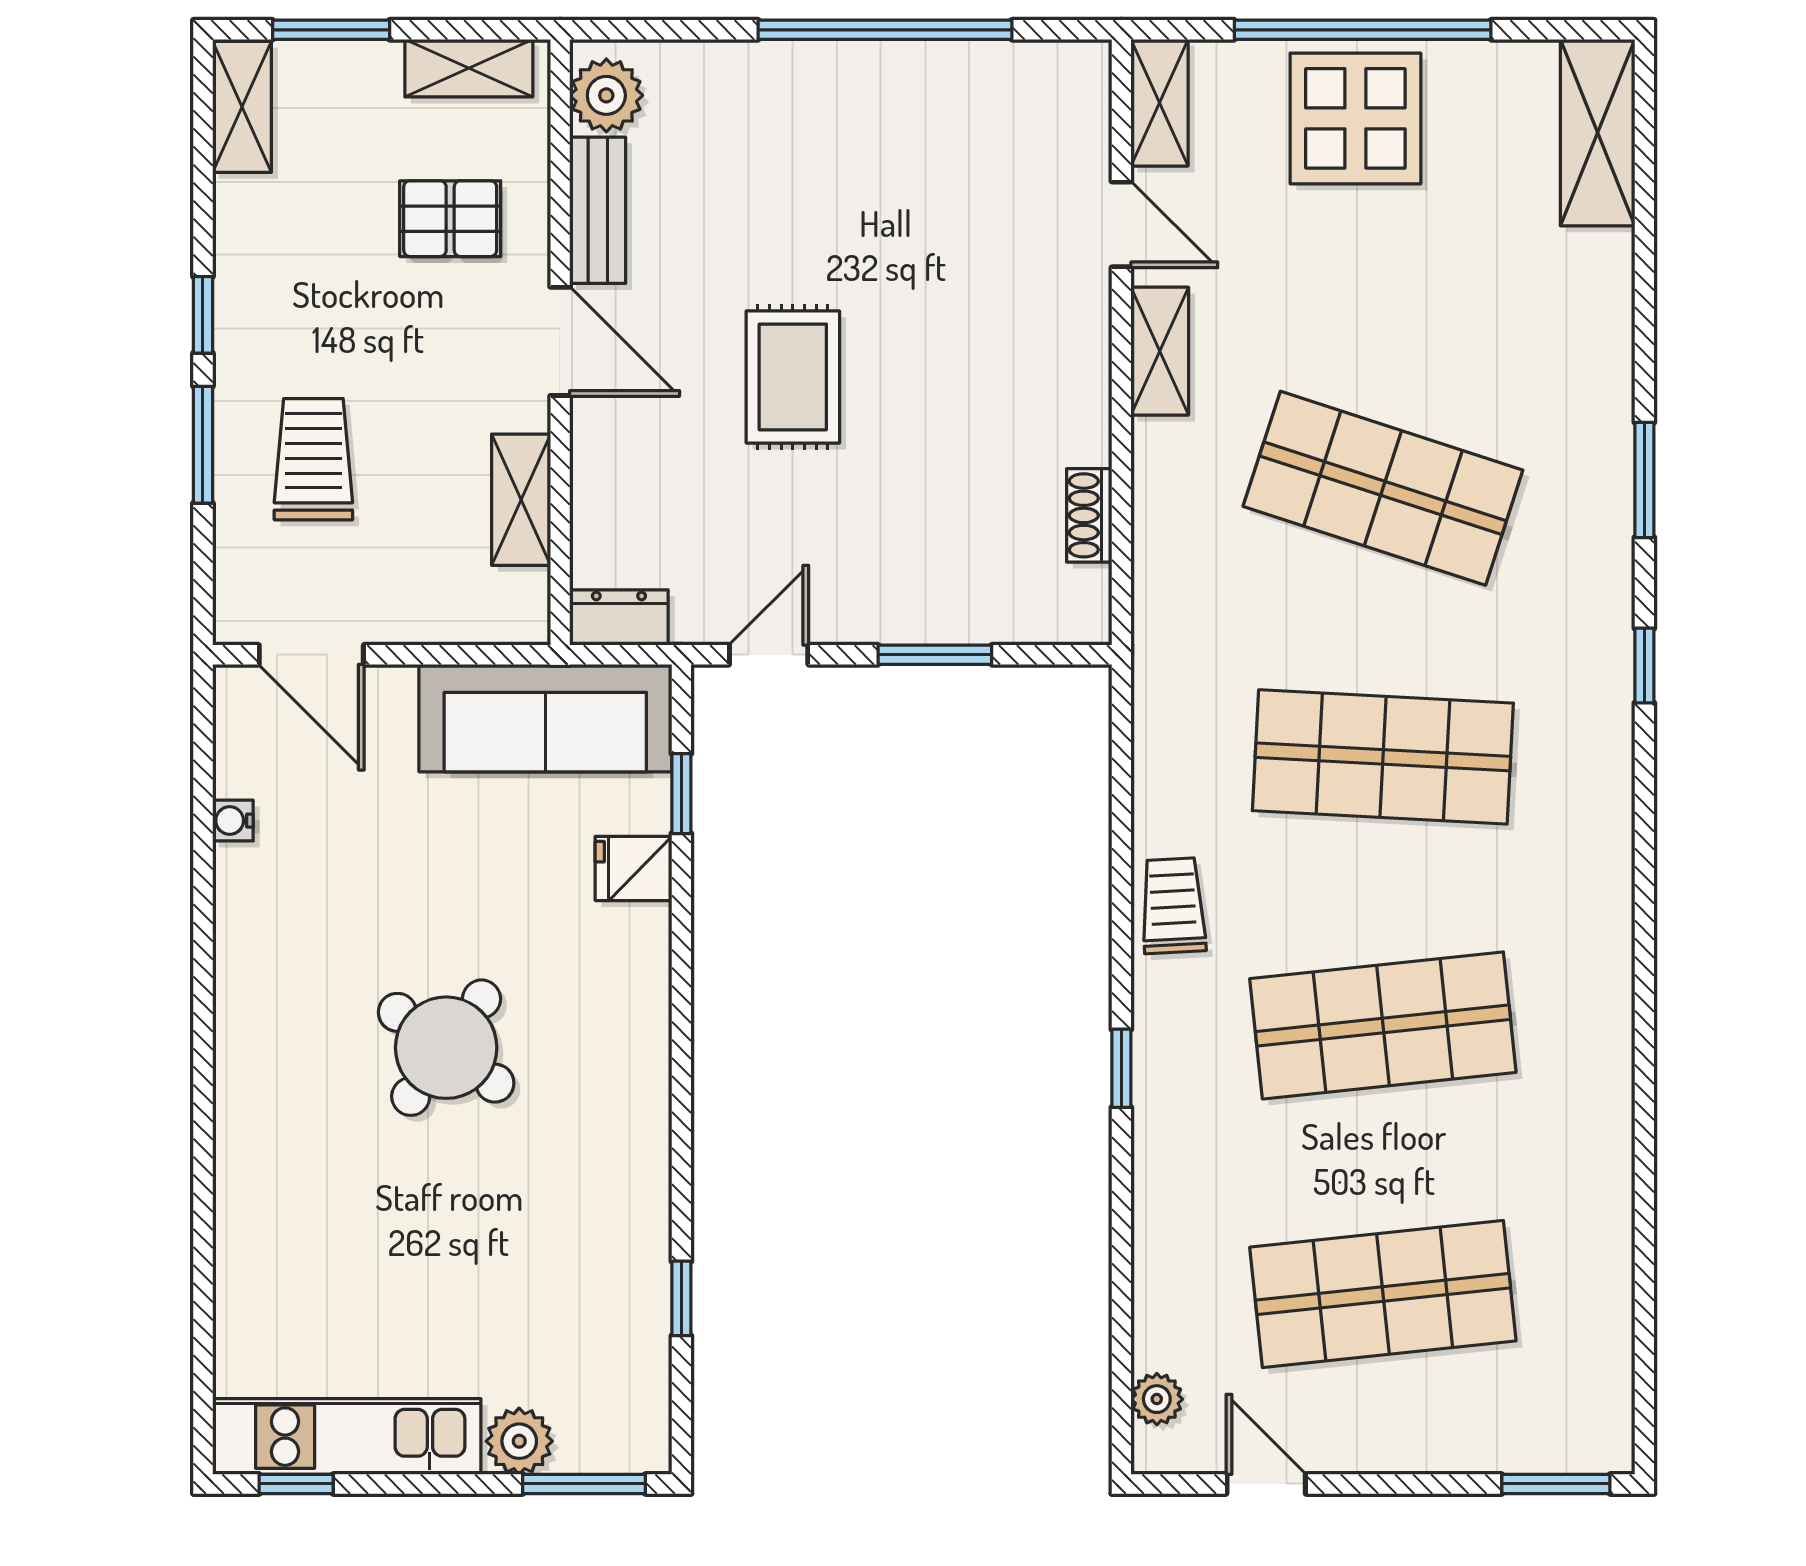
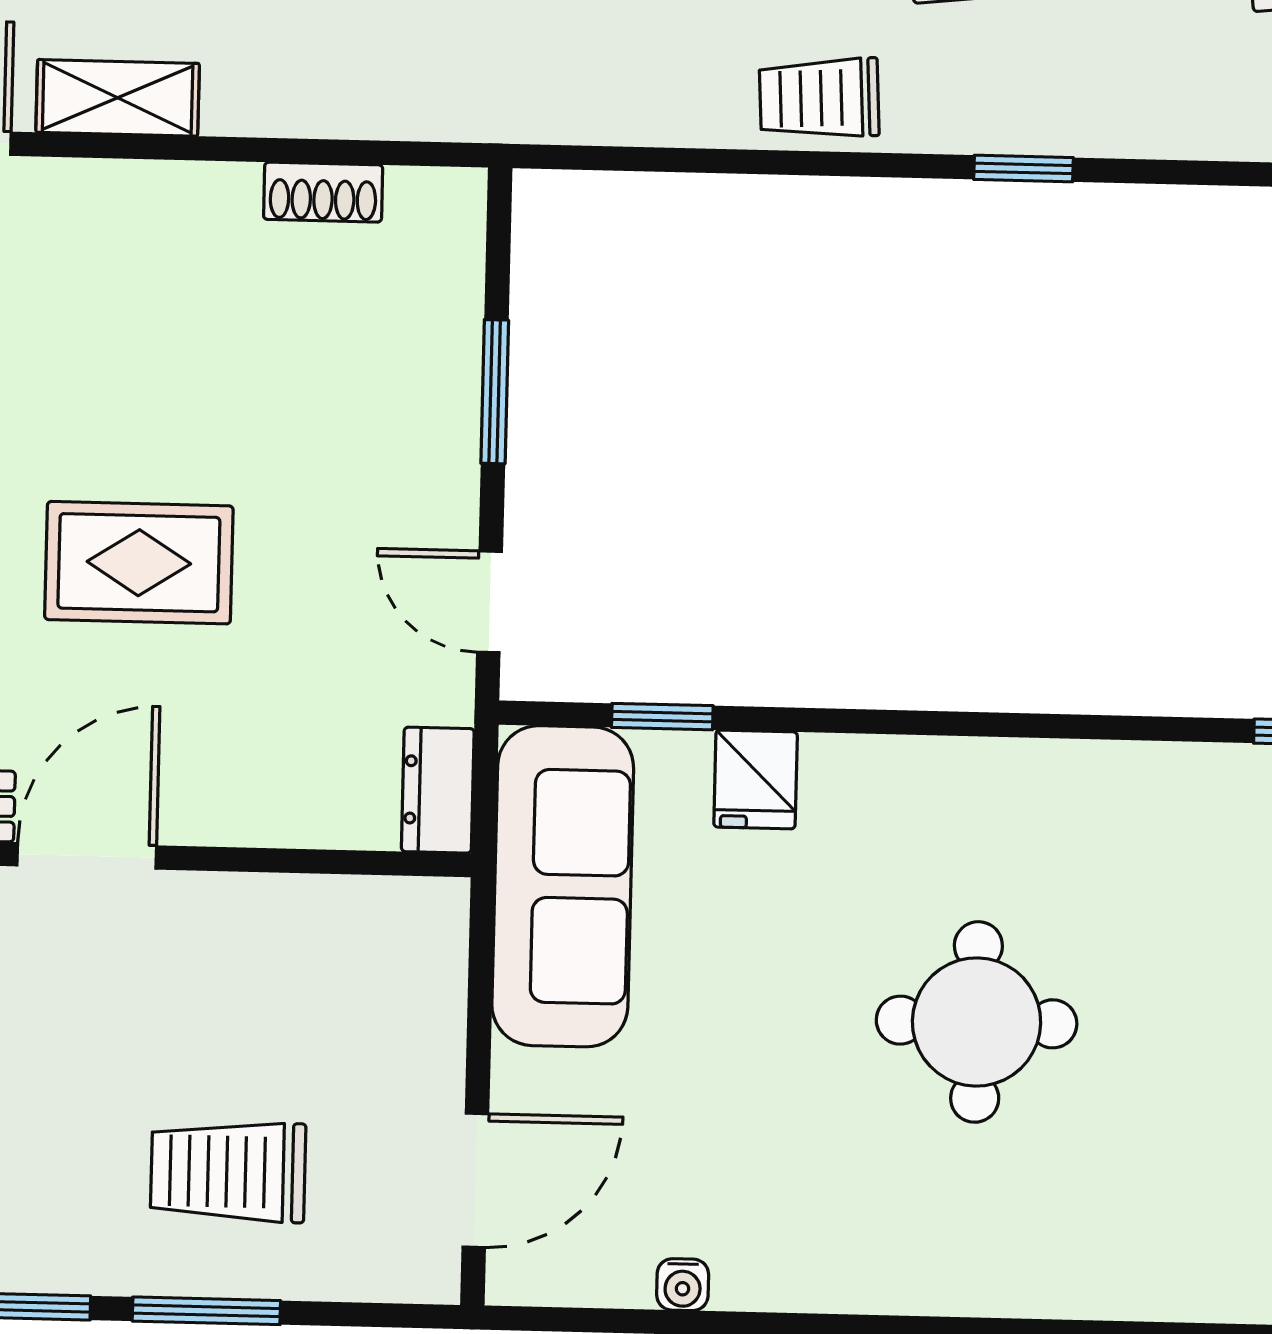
shelving: (521, 500) -> (286, 910), removed
round table: (446, 1048) -> (977, 1022), turned -36

